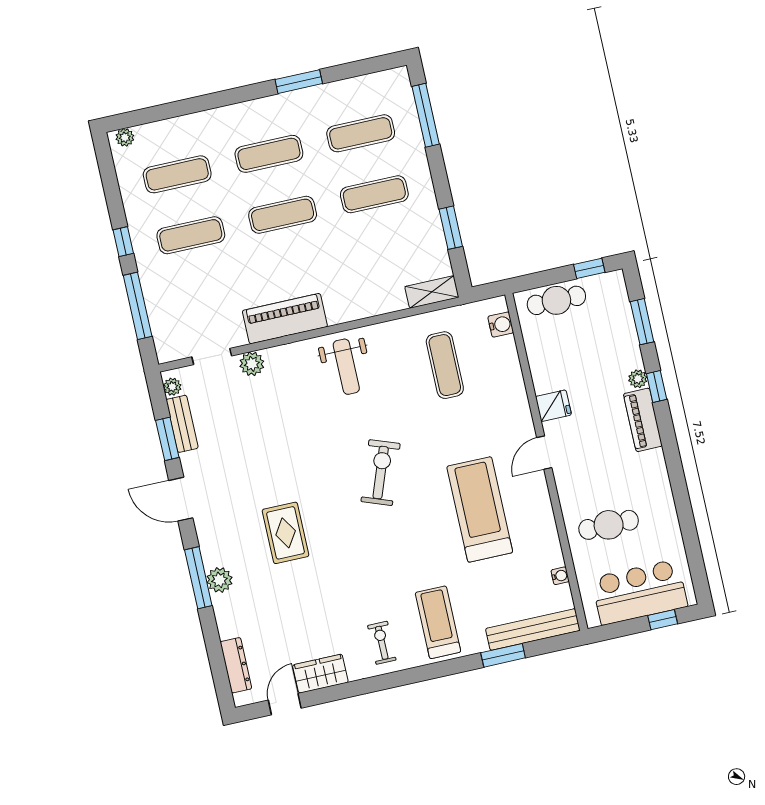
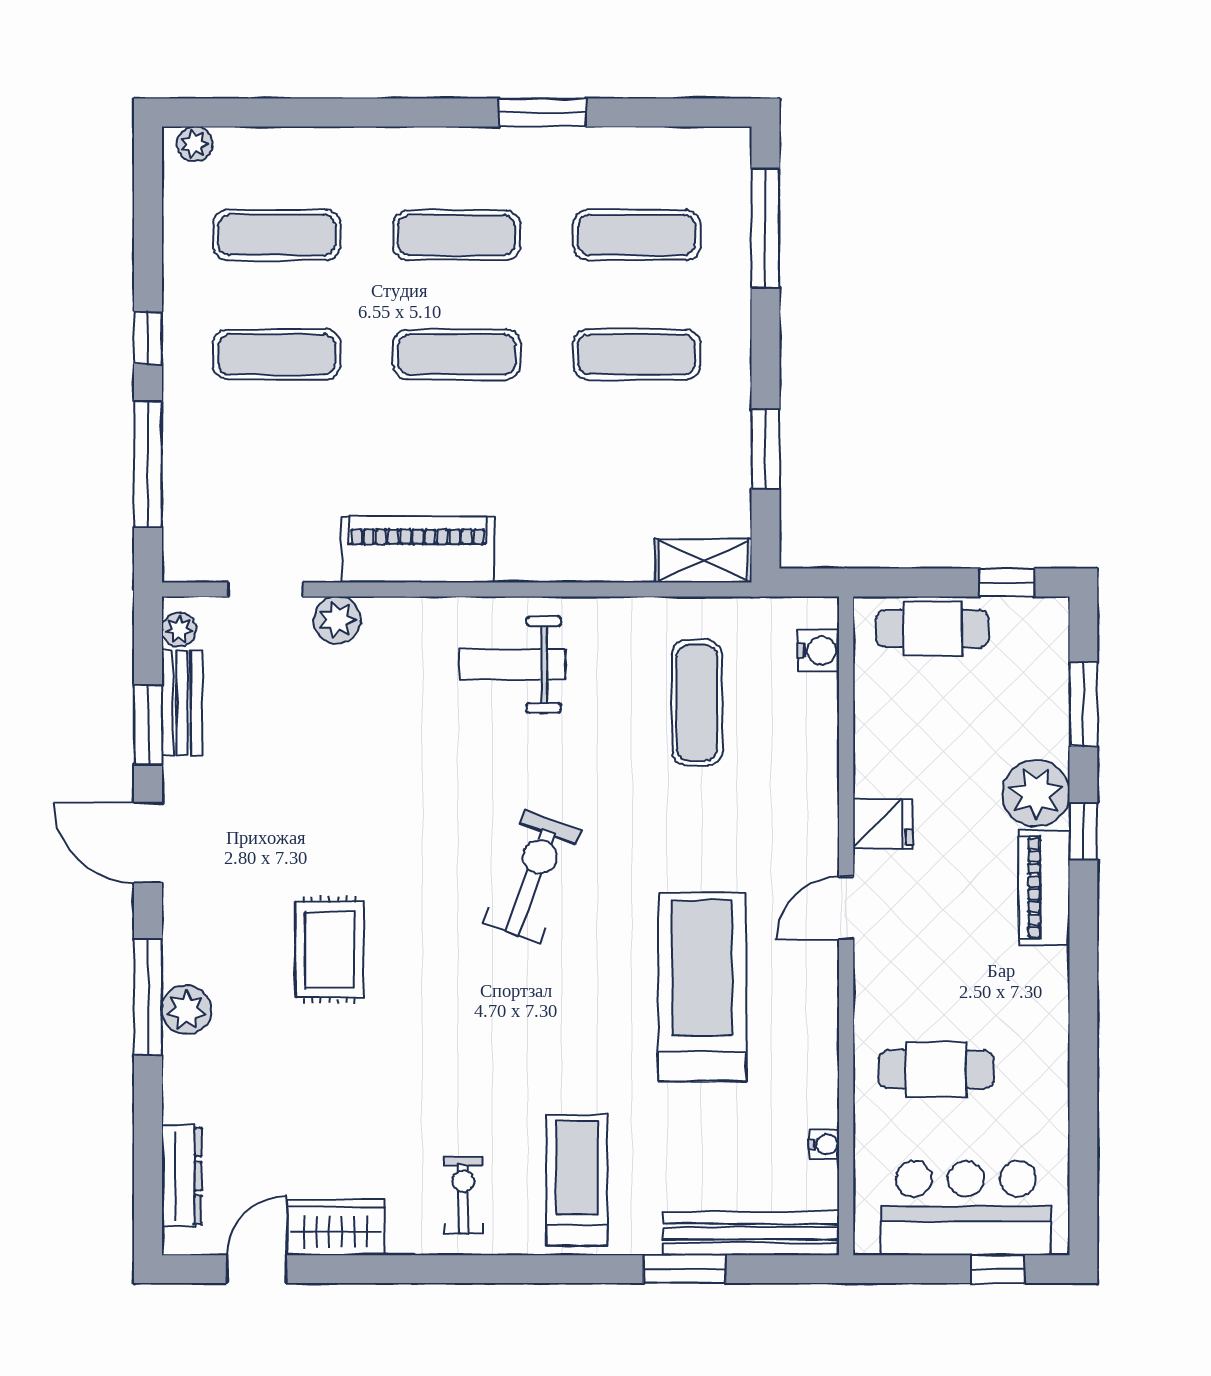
weight bench: (346, 367) -> (512, 665), turned 90
plant: (638, 379) -> (1036, 793), width x1.88, depth x1.88

